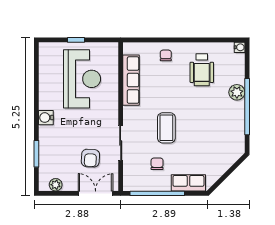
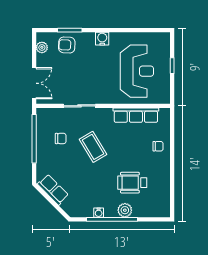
water cooler: (240, 47) -> (99, 213), moved
wheelchair: (202, 70) -> (132, 183), moved
reception desk: (82, 79) -> (137, 71), turned -90
coffee table: (166, 128) -> (93, 147), turned 59
armchair: (90, 158) -> (67, 45), moved
row of seats: (188, 183) -> (53, 190), moved, turned -45

